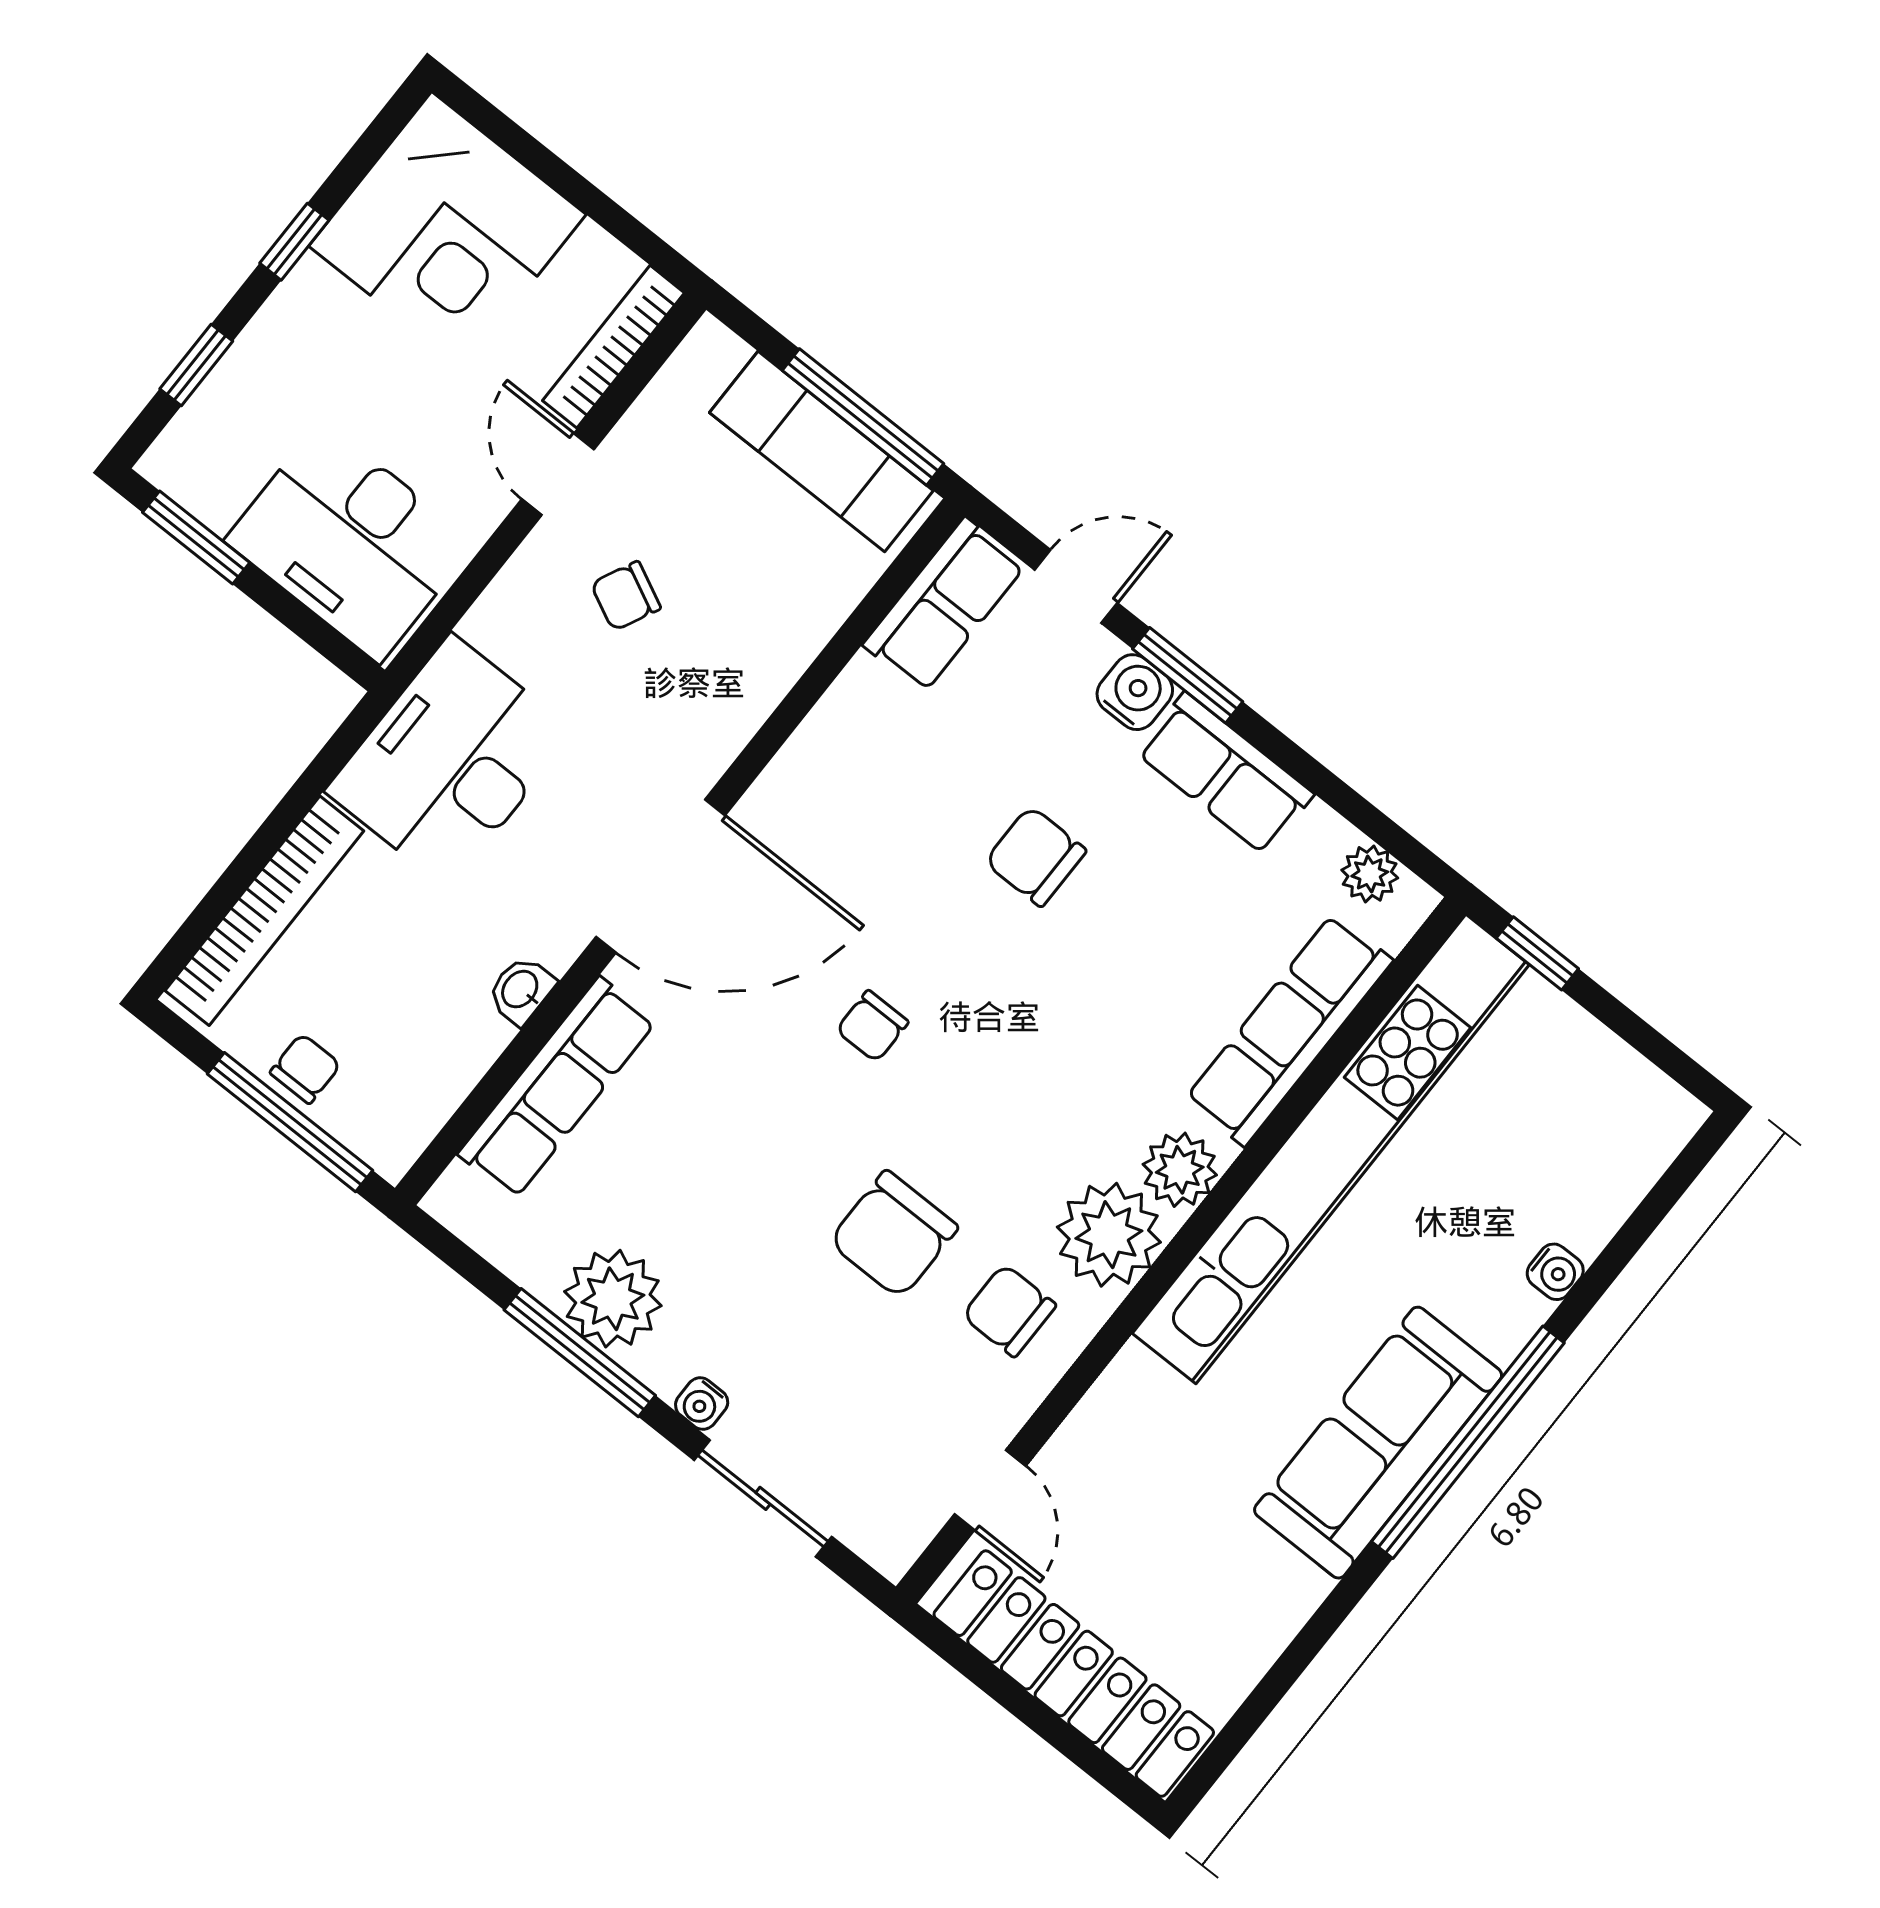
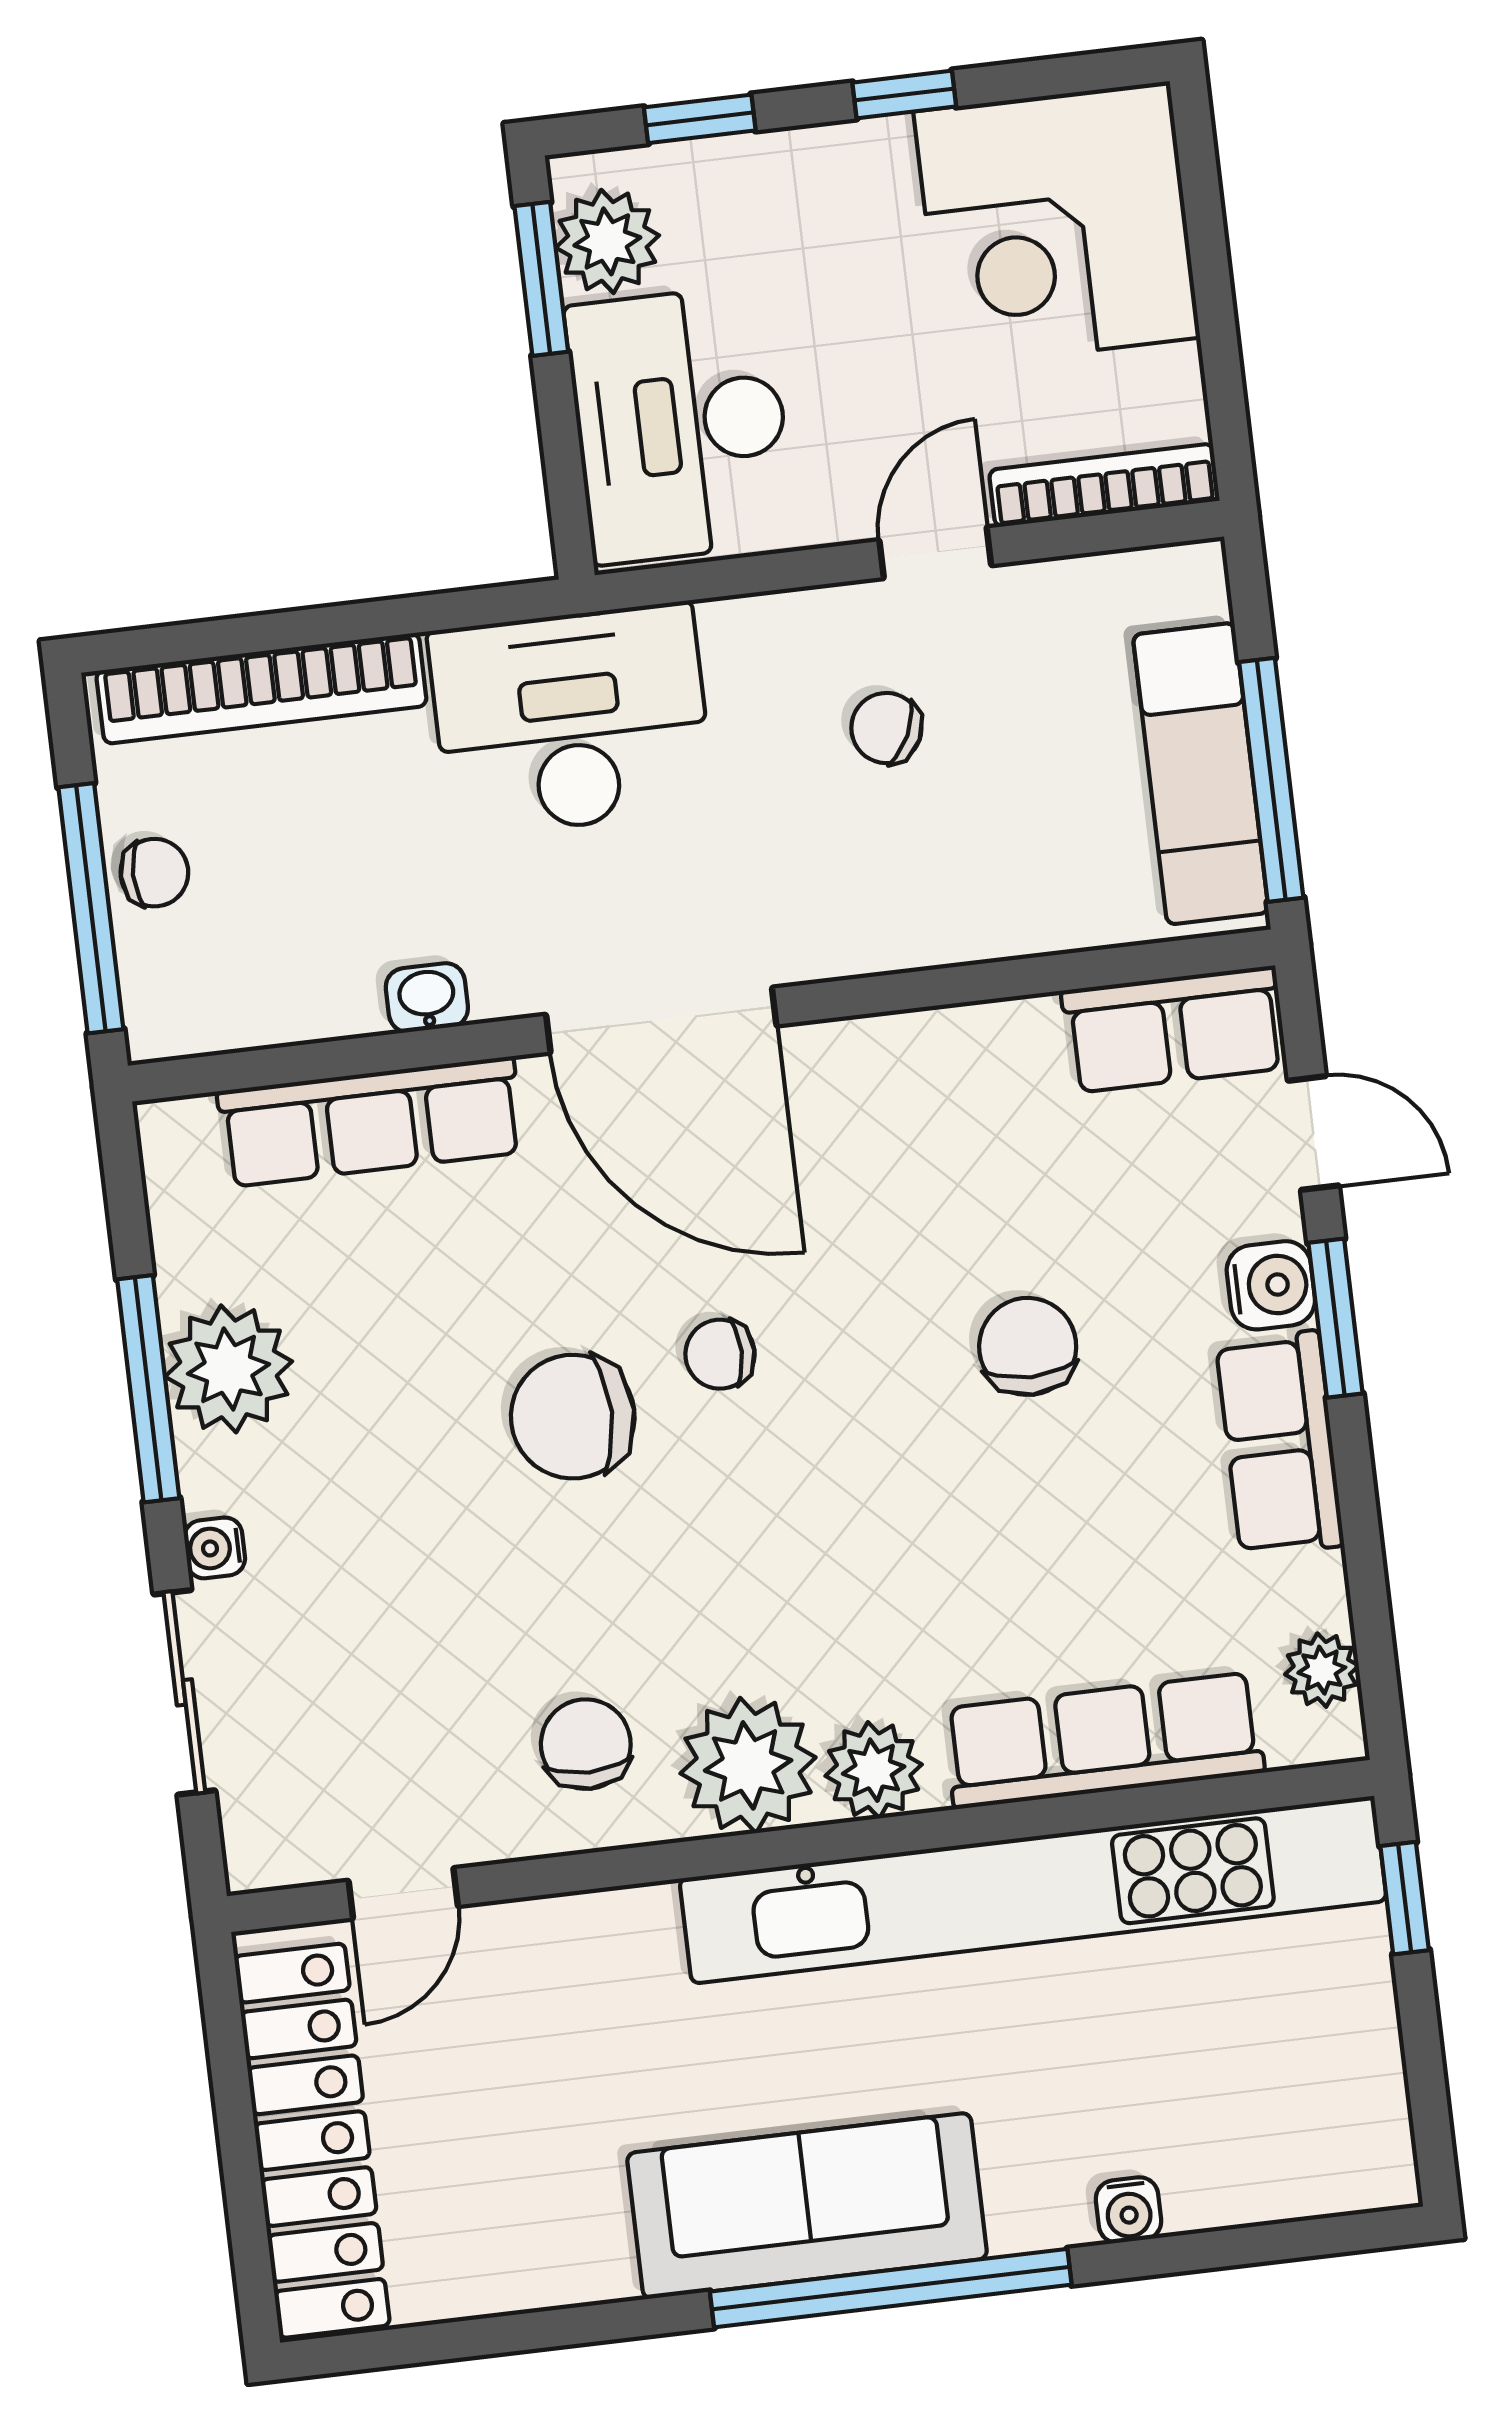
plant: (212, 481) -> (607, 241), added
chair: (893, 1234) -> (573, 1417), moved

